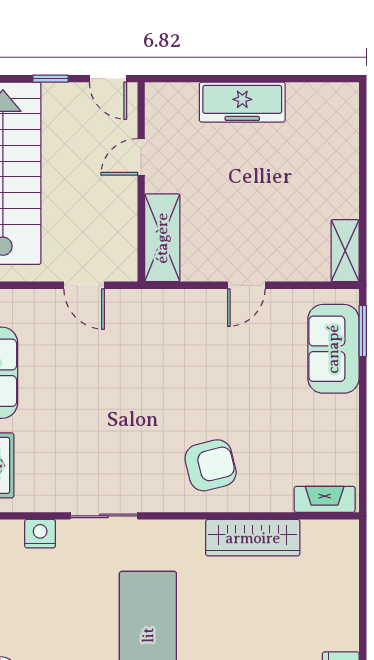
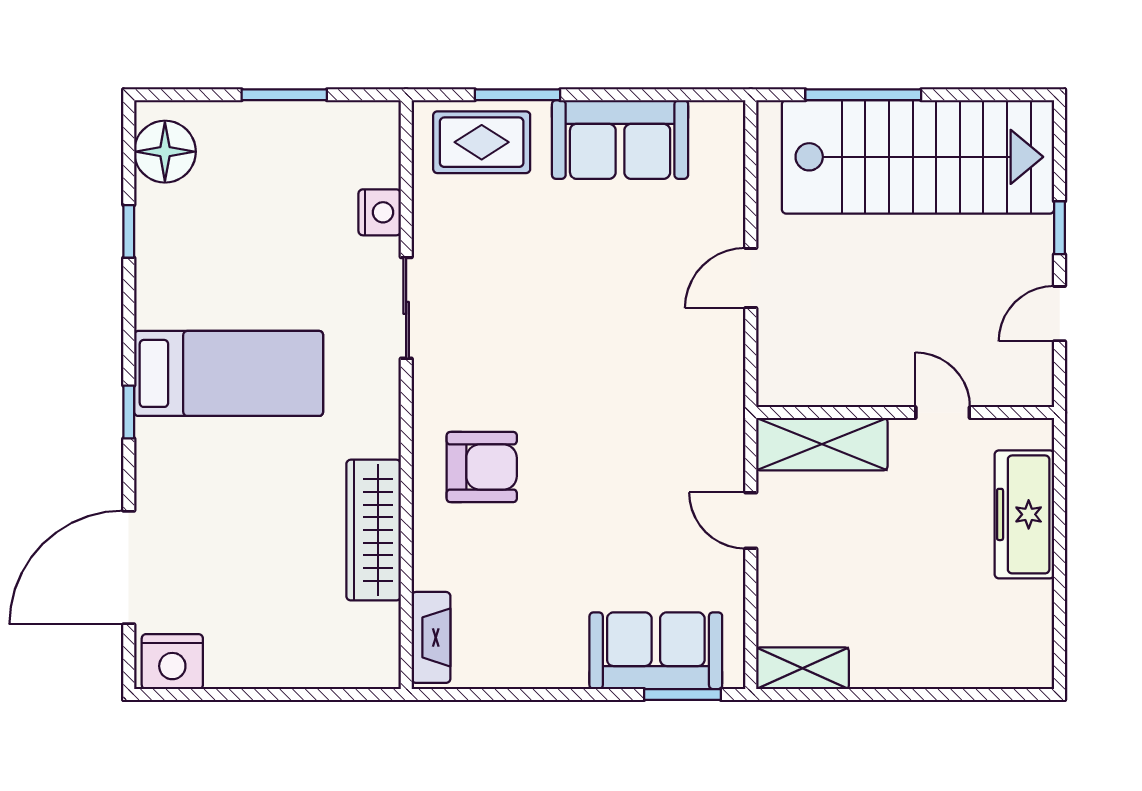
door: (141, 157) -> (943, 413), moved
wall: (141, 182) -> (905, 413), moved
shelving: (162, 238) -> (822, 444), moved
armchair: (211, 465) -> (482, 467), turned -76

